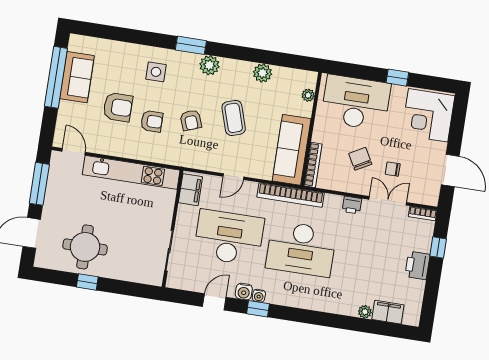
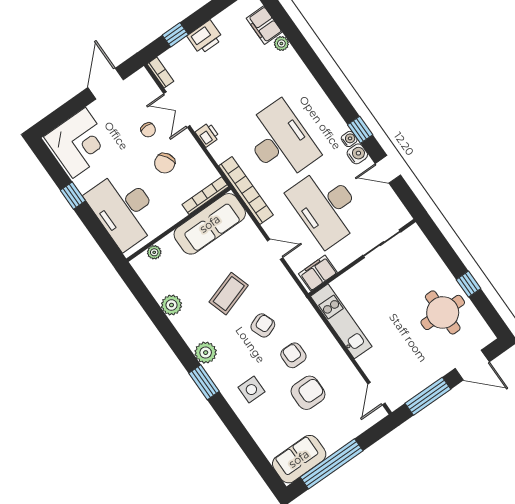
sofa: (77, 77) -> (299, 459), moved
armchair: (118, 107) -> (308, 393), turned 90
kitchen unit: (131, 172) -> (341, 321), width x0.73

